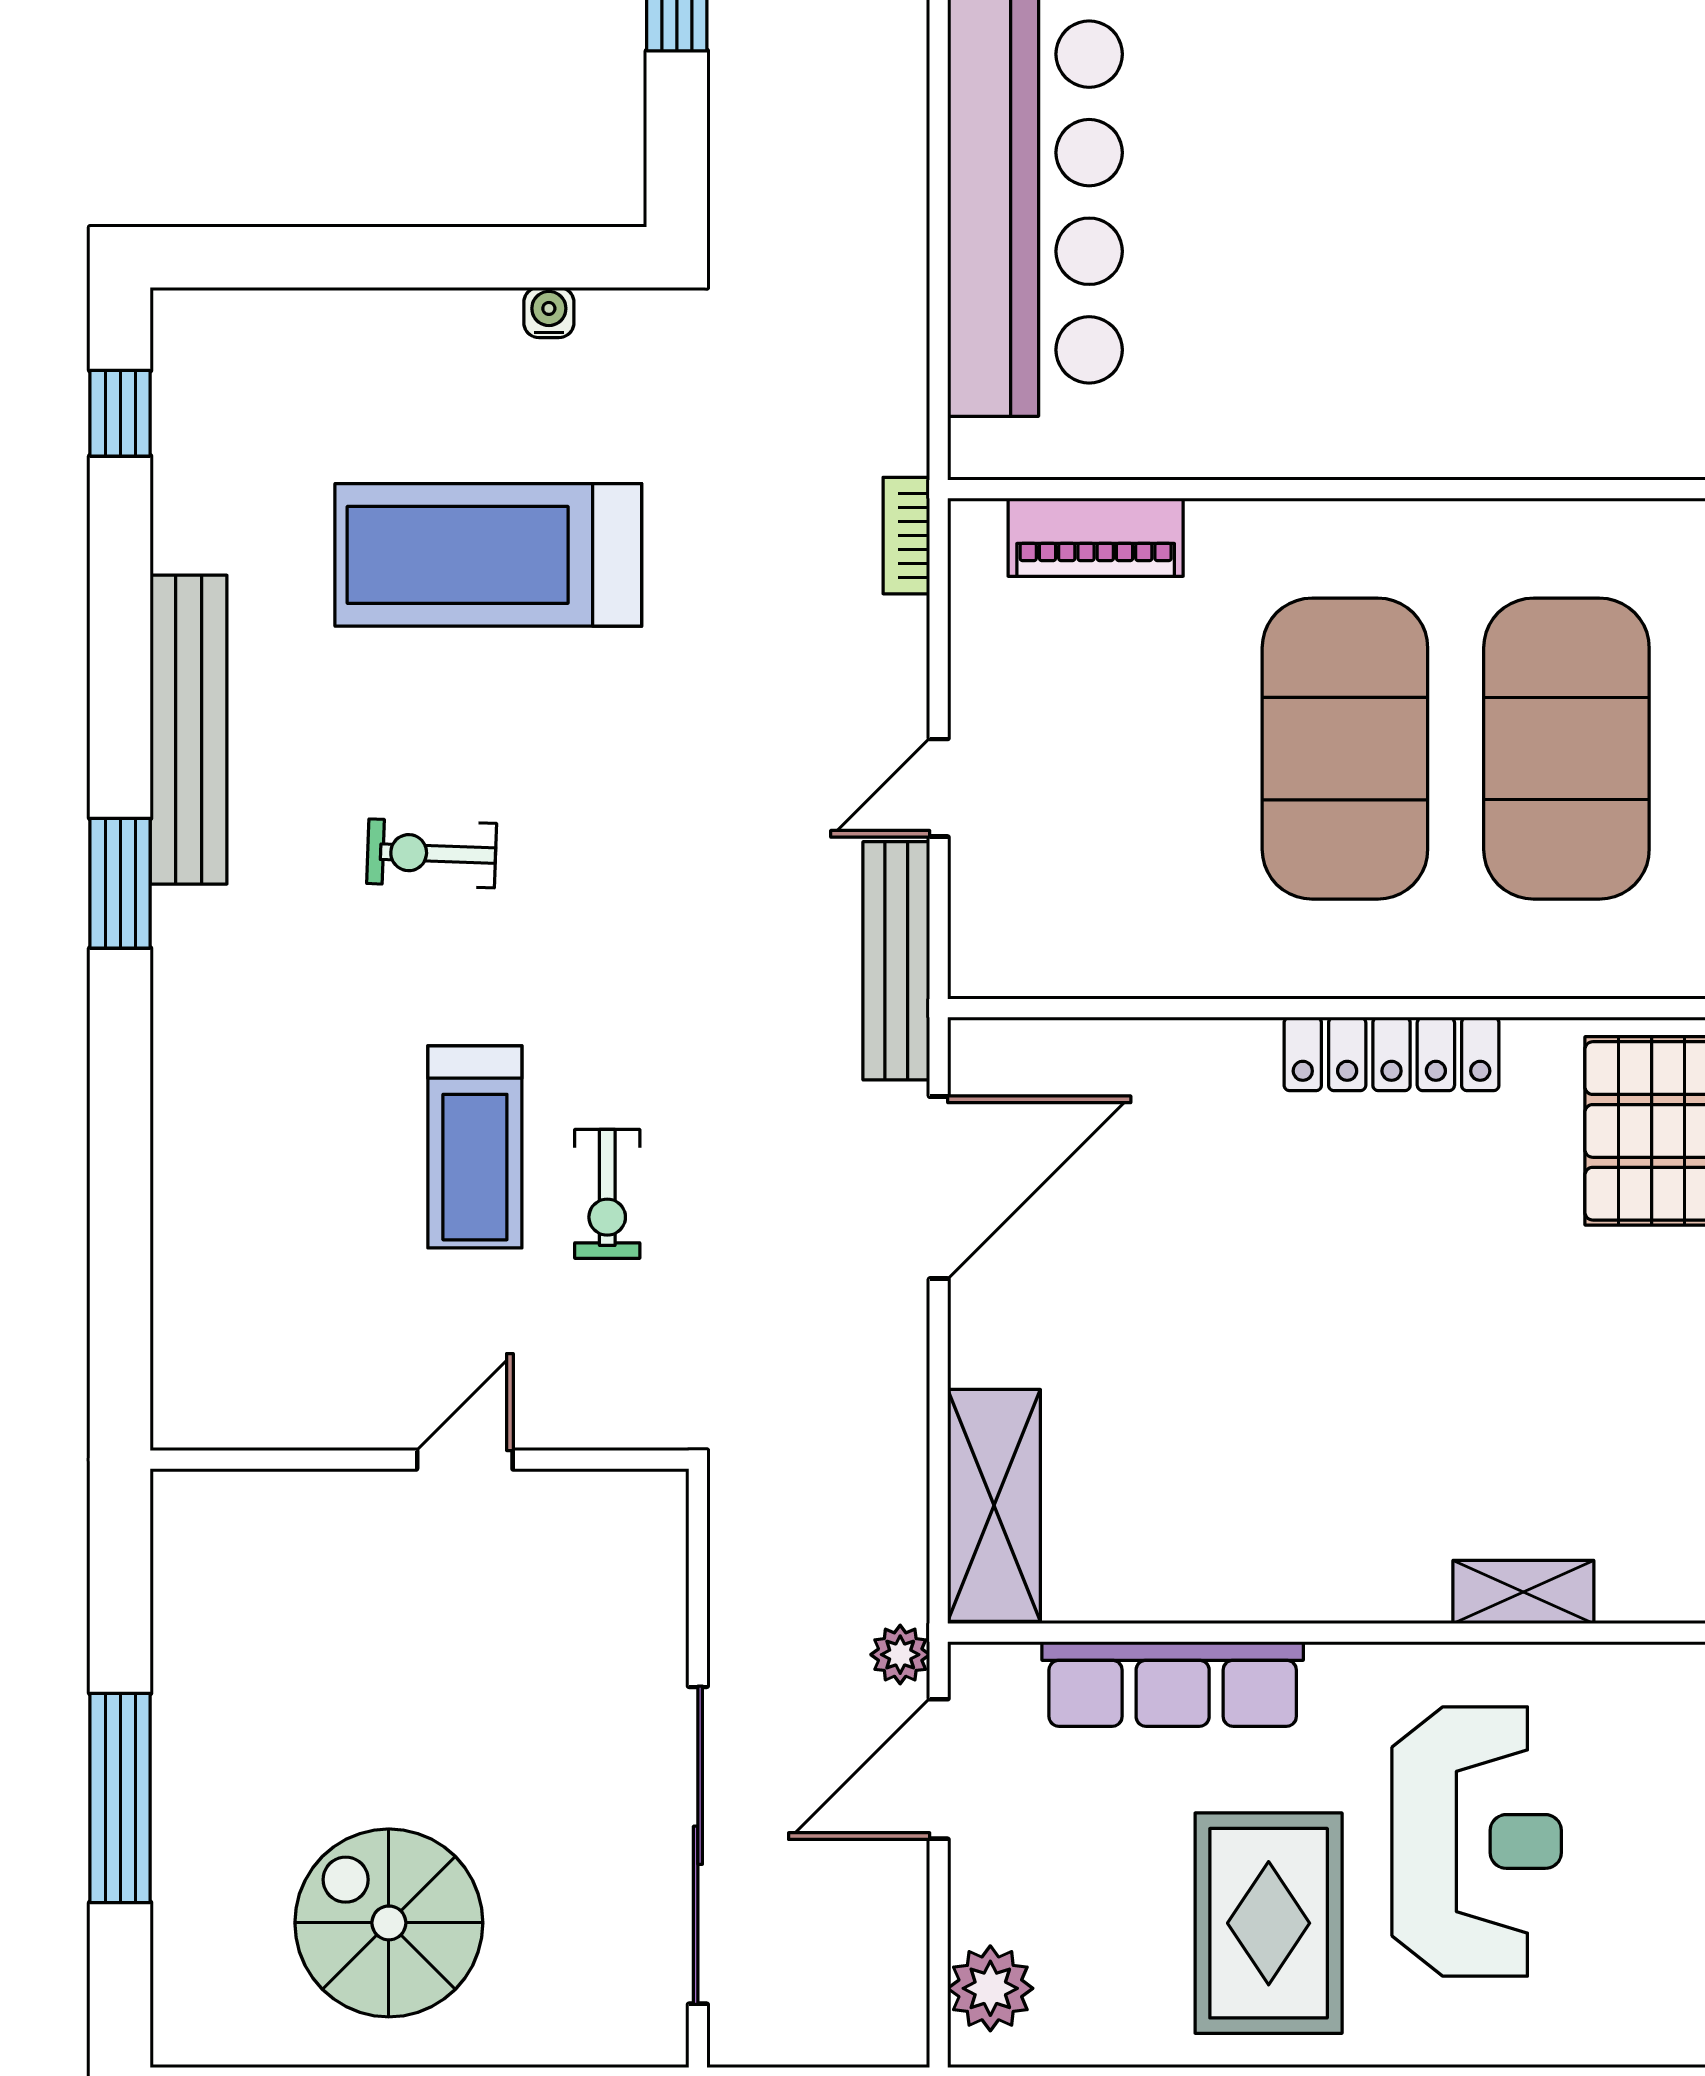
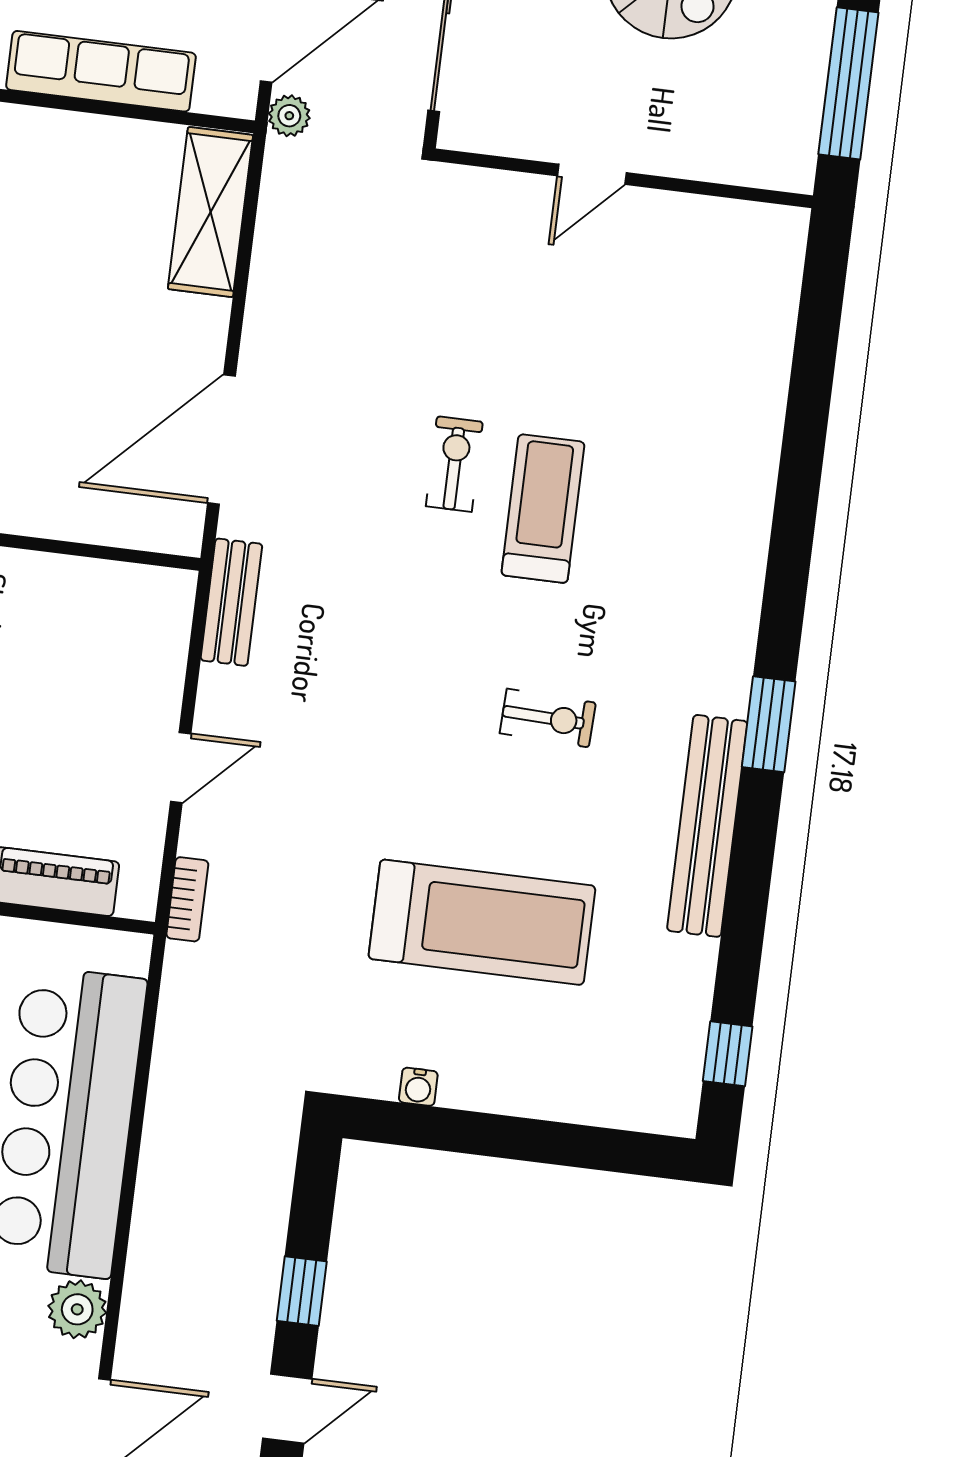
door: (939, 788) -> (181, 767), moved
bench: (896, 961) -> (231, 602), width x0.73
wall: (420, 1460) -> (624, 178), moved
door: (465, 1460) -> (592, 174), moved

